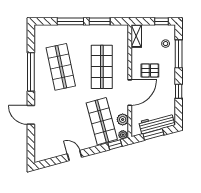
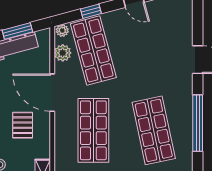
pallet: (150, 70) -> (23, 125), turned 90
door: (130, 93) -> (52, 93), hinge flipped
window: (115, 145) -> (91, 11), moved

